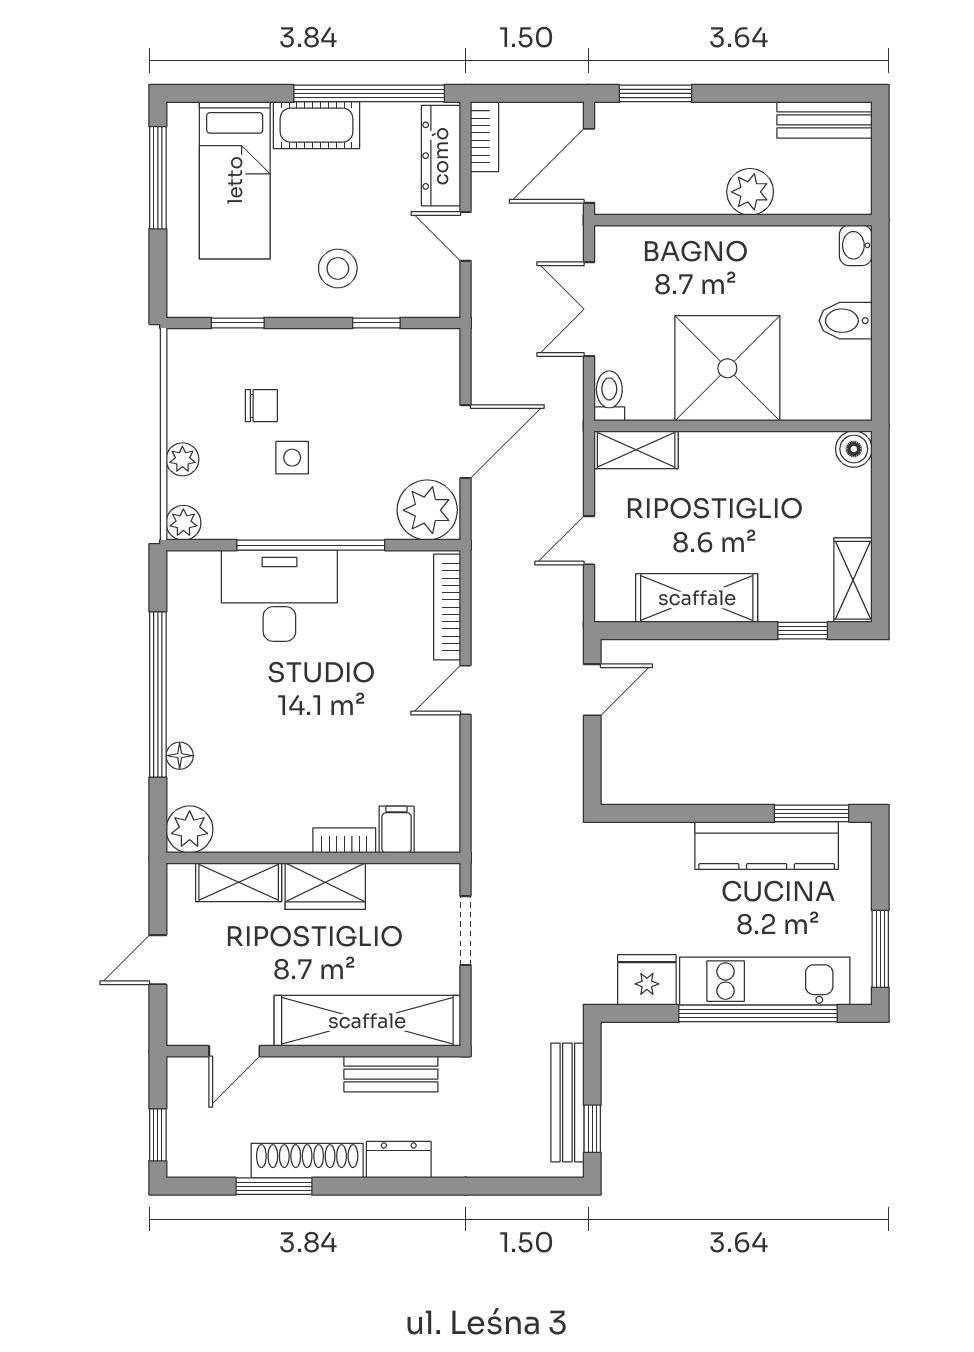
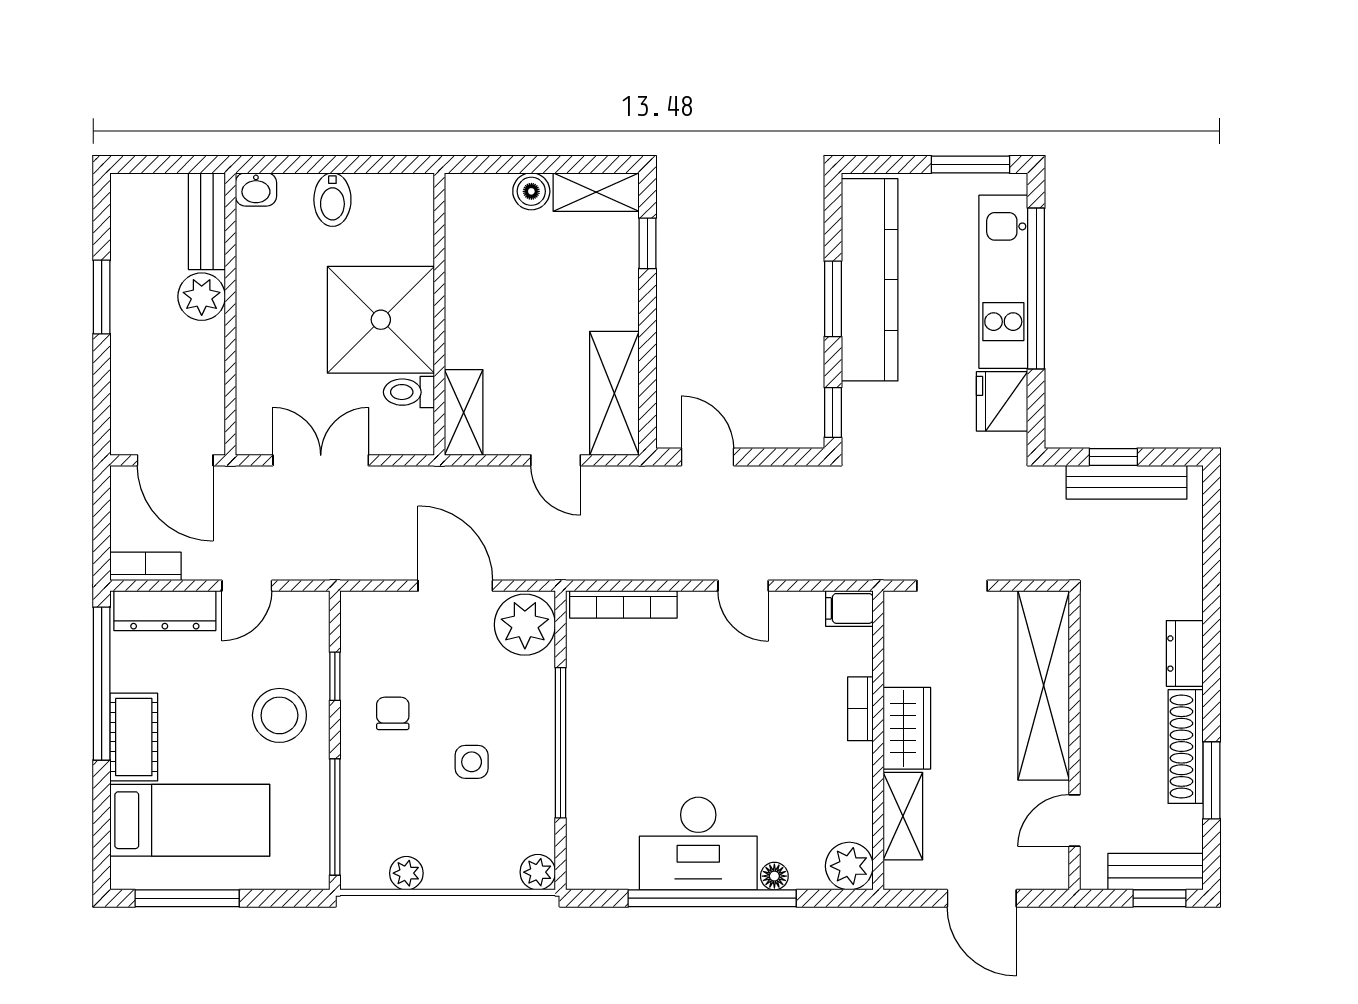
window: (655, 93) -> (102, 297), moved
bench: (824, 120) -> (207, 221), moved
stool: (338, 268) -> (279, 715), width x1.38, depth x1.38
double door: (589, 309) -> (321, 460), swing flipped
window: (238, 323) -> (335, 817), width x2.17
toilet: (609, 396) -> (409, 392), moved
chair: (261, 406) -> (393, 713), moved
boiler: (854, 449) -> (531, 191), moved
plant: (182, 459) -> (406, 873), moved
desk: (279, 596) -> (698, 844), moved, turned -90
shelving: (697, 598) -> (614, 393), moved
door: (466, 690) -> (743, 586), moved
window: (636, 813) -> (833, 412), added
window: (812, 813) -> (833, 299), moved
filing cabinet: (397, 830) -> (849, 608), moved
kitchen counter: (767, 846) -> (870, 280), width x1.39, depth x1.17
door: (158, 960) -> (982, 898), width x1.38
door: (234, 1051) -> (1075, 821), swing flipped
bench: (391, 1074) -> (1156, 872), moved, turned 90
window: (592, 1129) -> (1113, 457), moved

